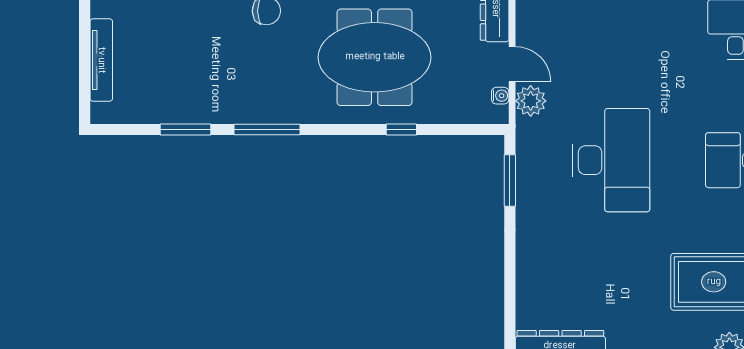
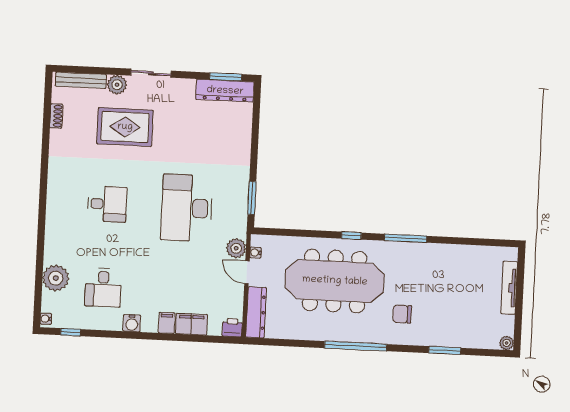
meeting table: (375, 57) -> (335, 281), width x1.36
window: (186, 129) -> (458, 241), removed
window: (401, 129) -> (351, 236), moved

